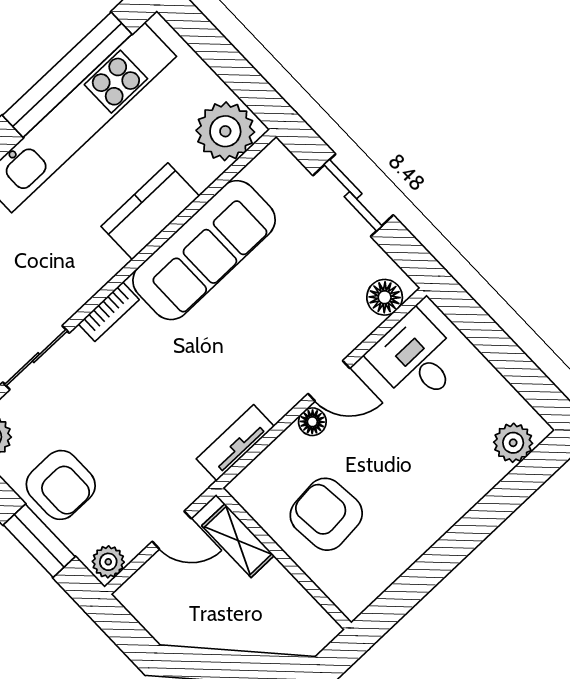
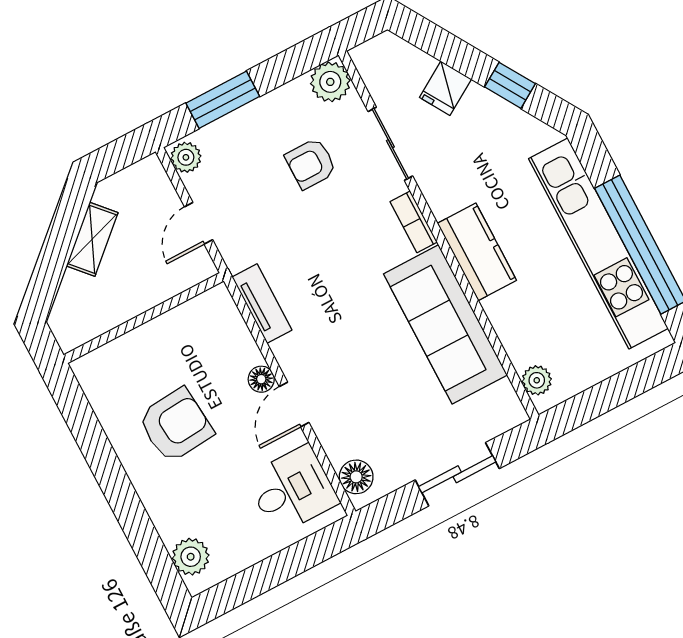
plant: (225, 131) -> (537, 380), width x0.53, depth x0.53
kitchen counter: (150, 211) -> (477, 252), moved
armchair: (61, 485) -> (311, 164), moved, width x0.72, depth x0.72
armchair: (326, 514) -> (176, 425), moved
shelving: (238, 541) -> (92, 239), moved, turned -42

